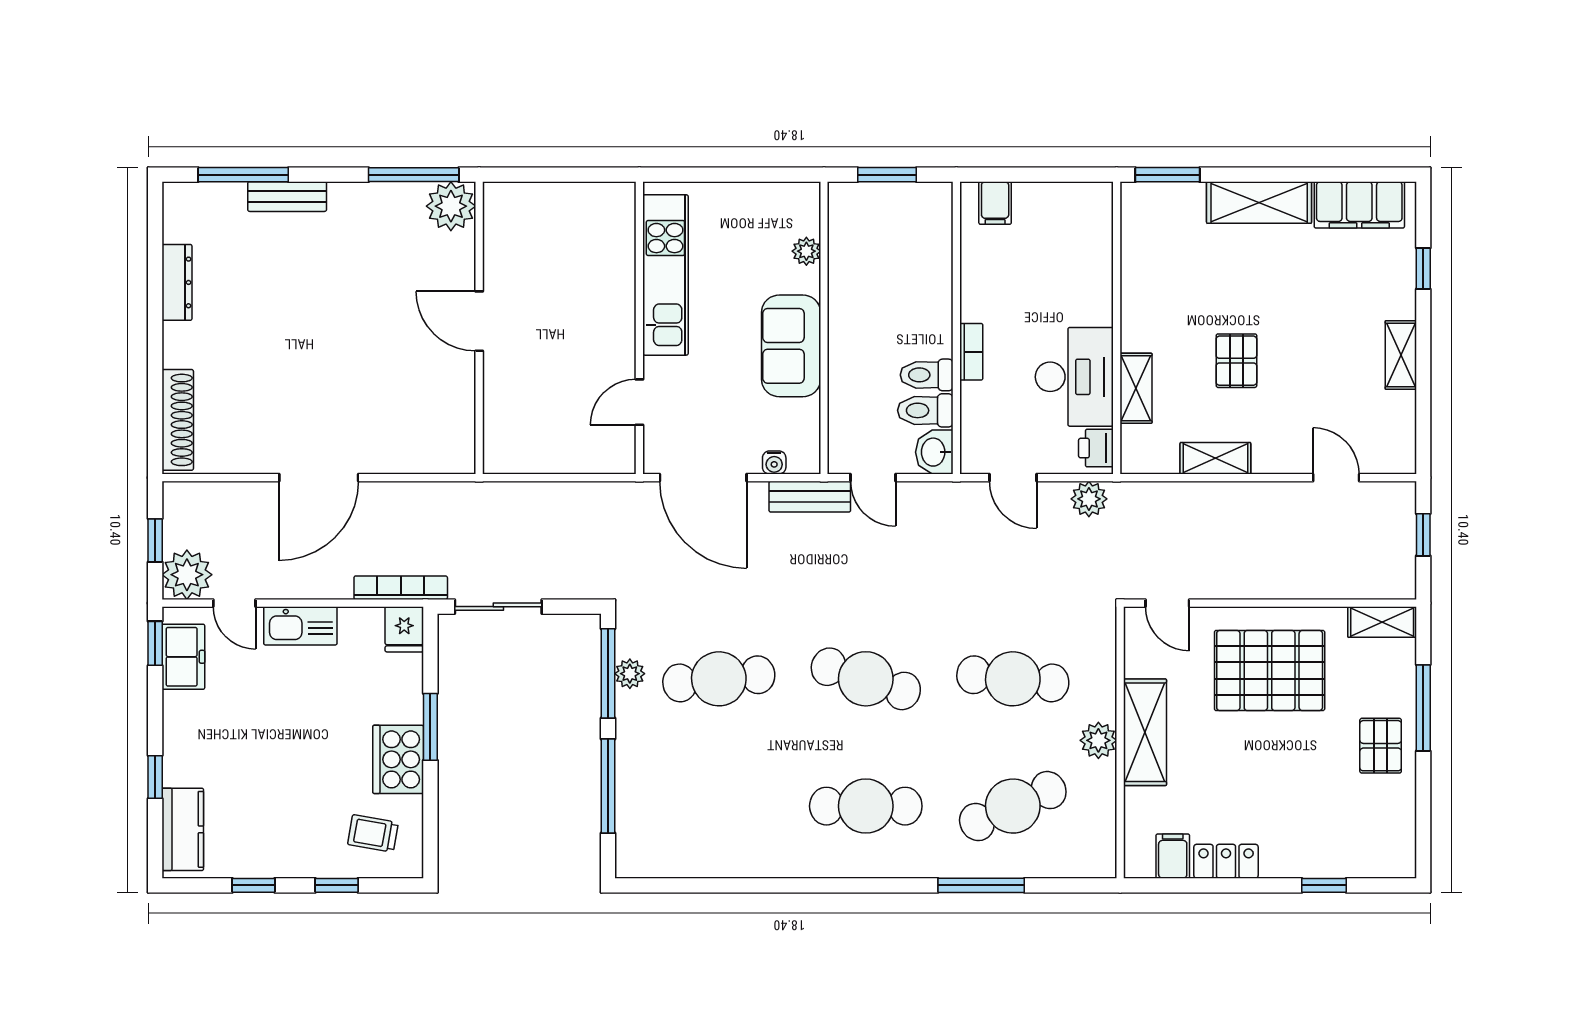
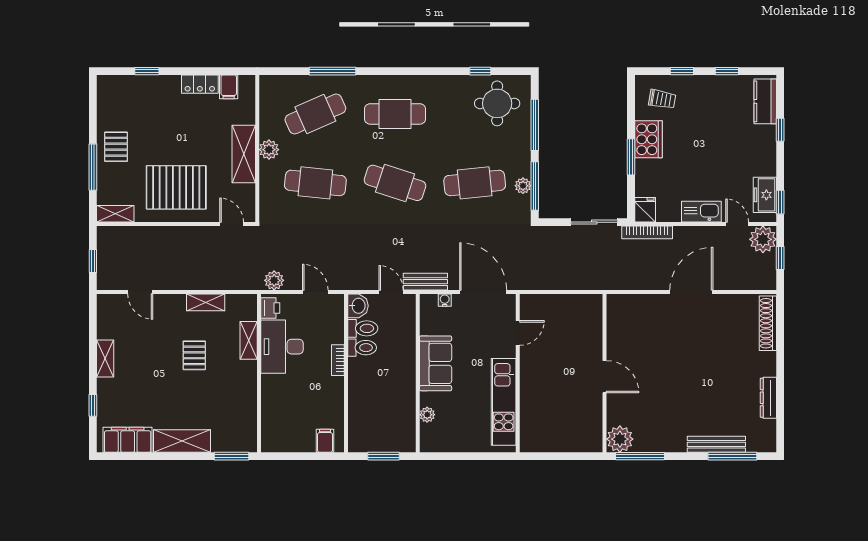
bench: (287, 197) -> (716, 444), width x1.36
round table: (677, 826) -> (497, 103), added
window: (708, 885) -> (480, 71), added

